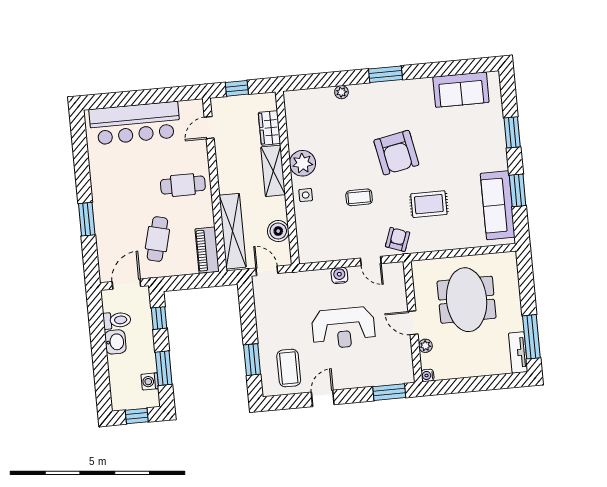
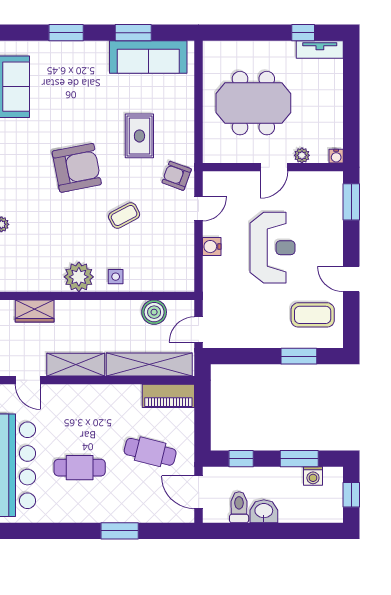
shelving: (273, 171) -> (76, 365), moved
cafe table: (183, 185) -> (80, 468), moved, turned 90
coffee table: (359, 197) -> (124, 215), turned 62
window: (531, 337) -> (303, 33), width x0.46

